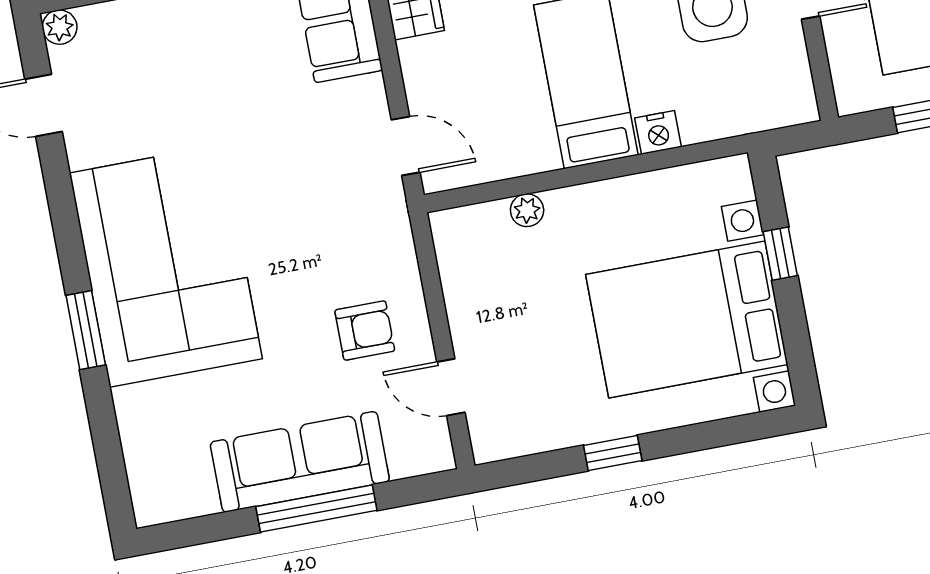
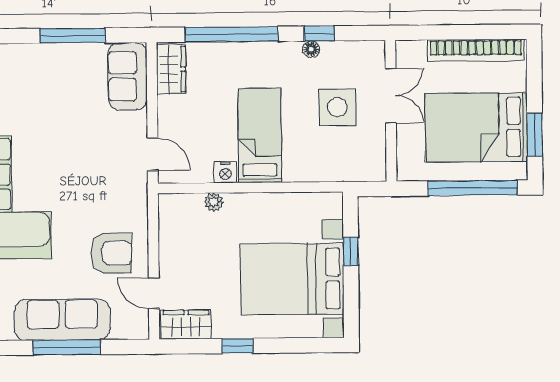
nightstand: (658, 132) -> (225, 172), moved
armchair: (365, 330) -> (111, 253), width x1.38, depth x1.38
wardrobe: (517, 432) -> (186, 325), added

